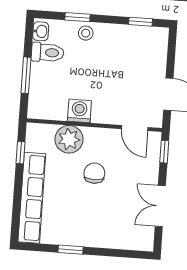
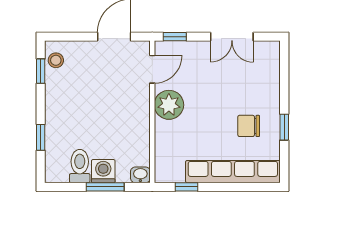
washbasin: (41, 31) -> (140, 175), moved
stool: (86, 33) -> (56, 60), moved
washing machine: (79, 111) -> (103, 171), moved, turned 90
plant: (69, 139) -> (169, 105), moved
chair: (94, 173) -> (249, 126), moved

